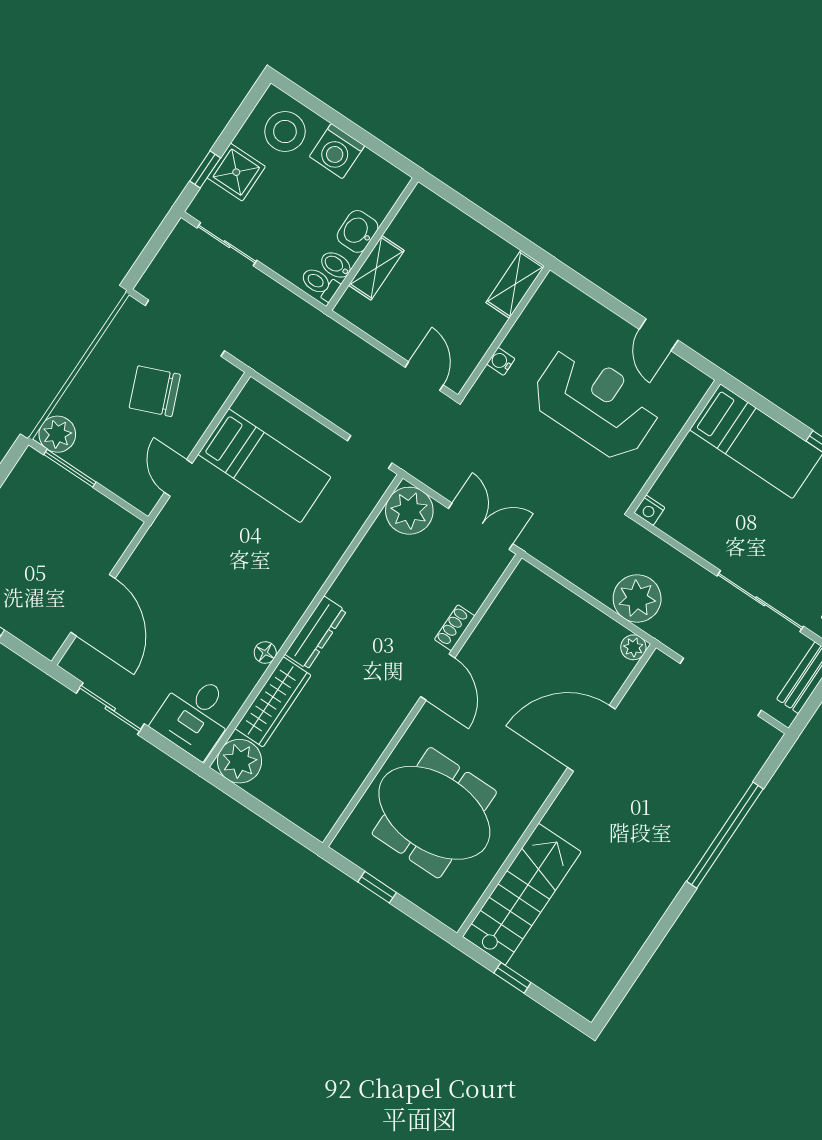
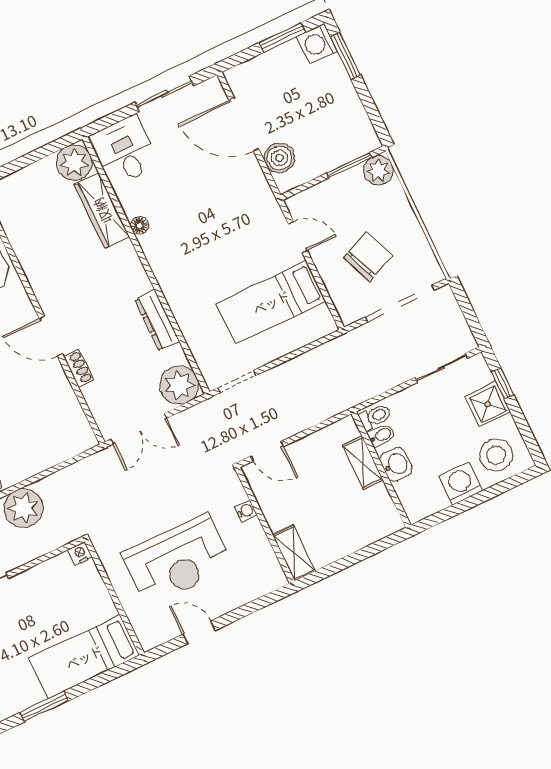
boiler: (106, 547) -> (279, 158), added
dresser: (316, 633) -> (157, 320), moved

